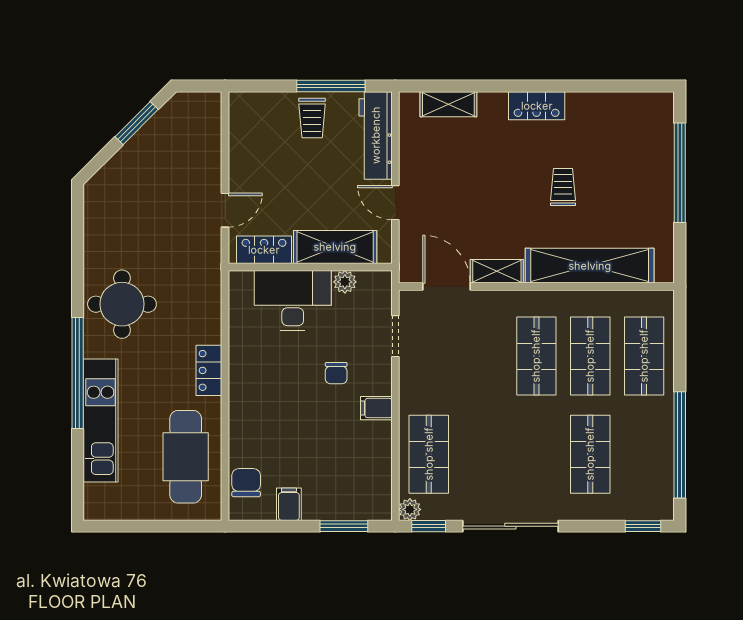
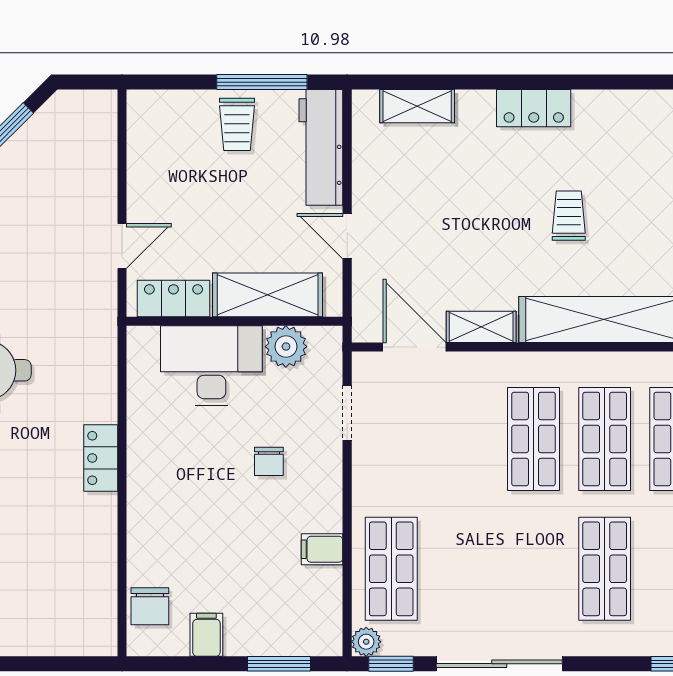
plant: (345, 282) -> (286, 347), width x1.38, depth x1.38
filing cabinet: (376, 408) -> (322, 549), moved
cafe table: (186, 457) -> (70, 572), removed
chair: (246, 483) -> (150, 606), turned 180

